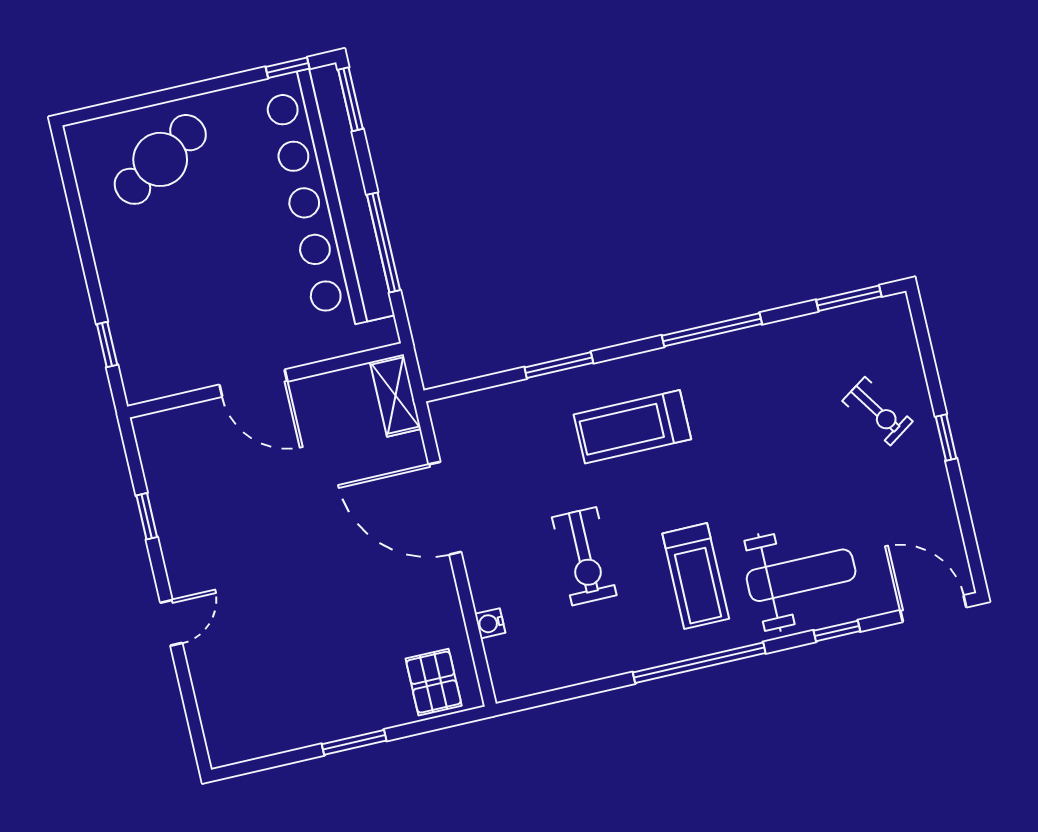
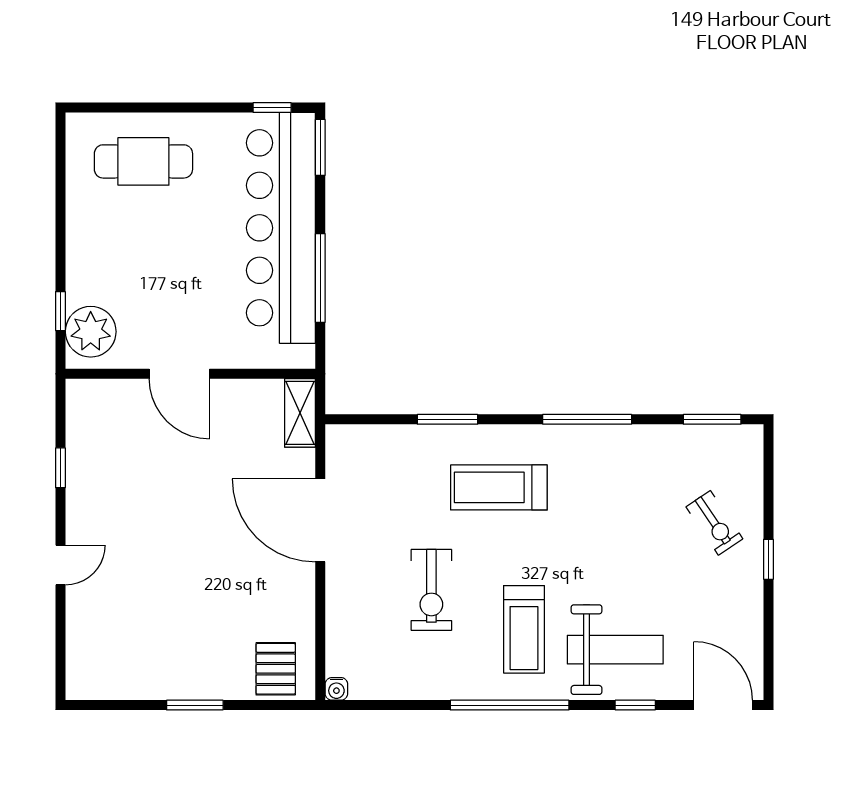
cafe table: (160, 159) -> (143, 161), turned 31
plant: (145, 359) -> (91, 332), added
water cooler: (490, 623) -> (336, 689), moved, turned -90

